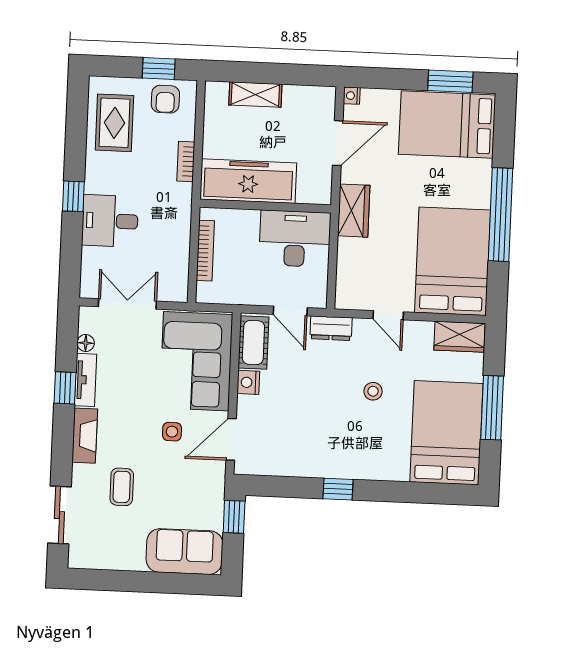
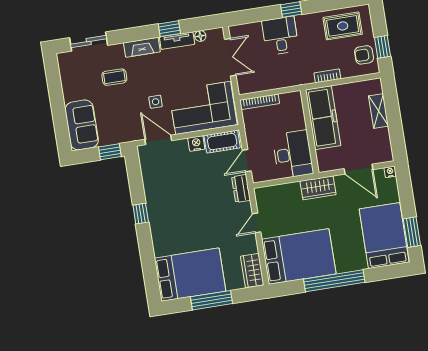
bookcase: (205, 251) -> (260, 102), moved
stool: (373, 391) -> (207, 223), removed

